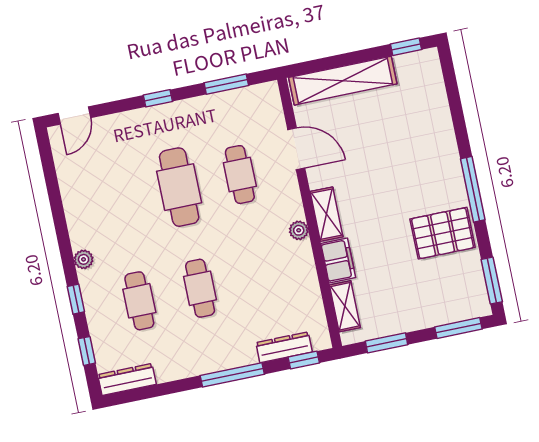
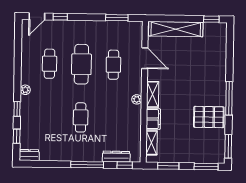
window: (158, 98) -> (60, 17), moved
cafe table: (139, 301) -> (50, 64), moved
dresser: (127, 379) -> (29, 155), width x0.70

